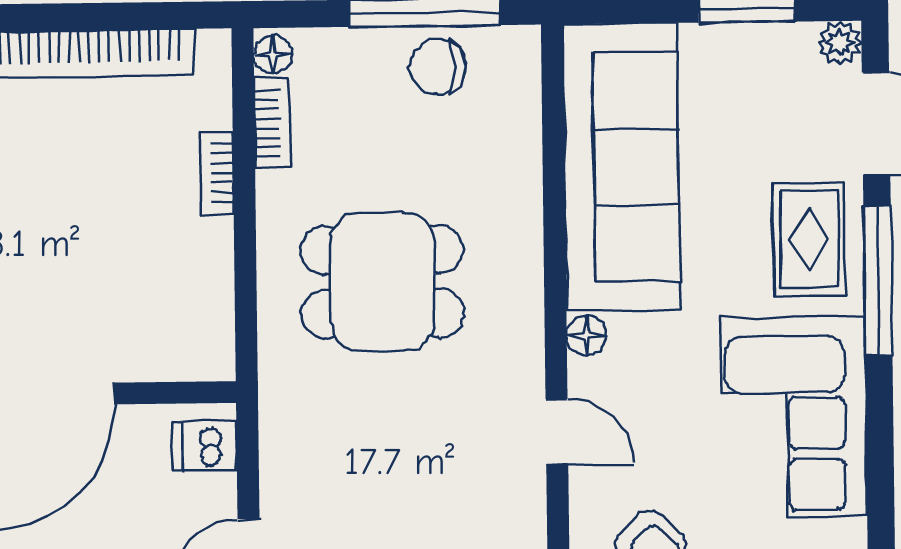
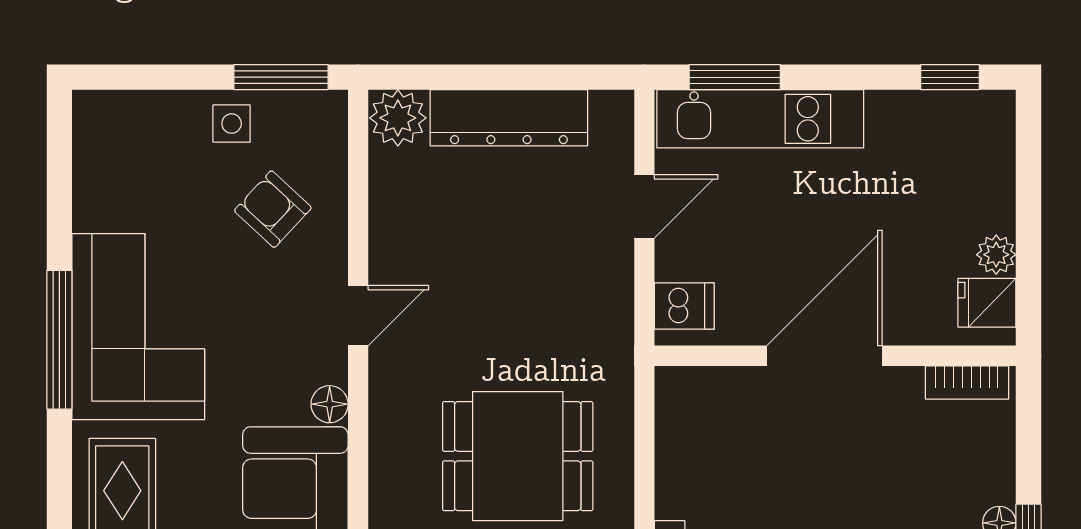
window: (878, 281) -> (59, 340), moved
door: (557, 431) -> (358, 316), swing flipped

